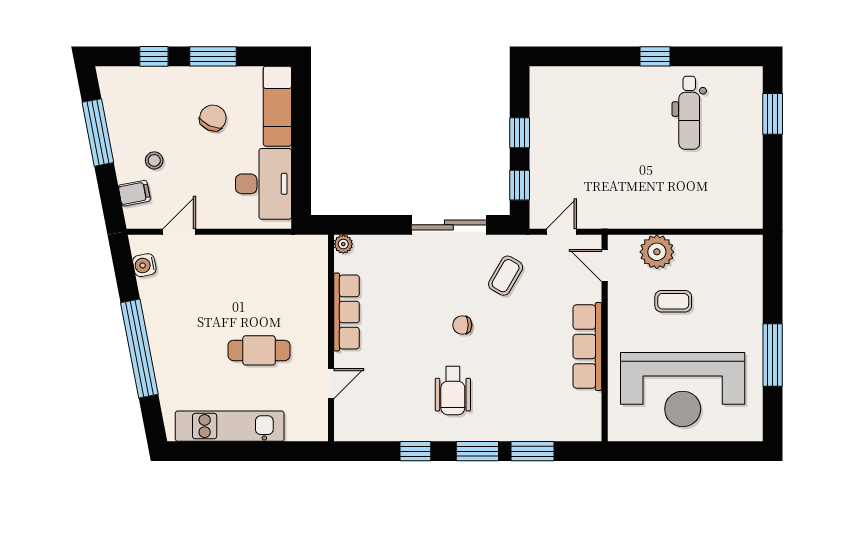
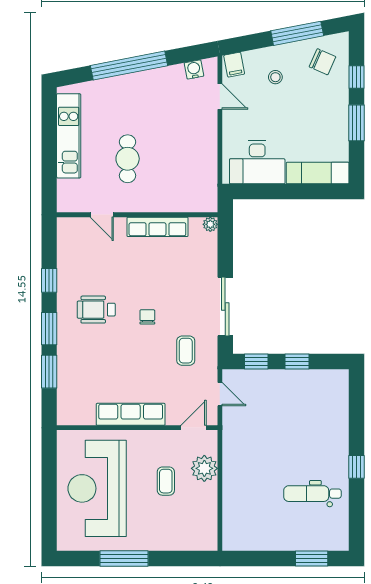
chair: (213, 118) -> (323, 62), moved
filing cabinet: (134, 193) -> (234, 65), moved
coffee table: (506, 276) -> (186, 351), turned 60

